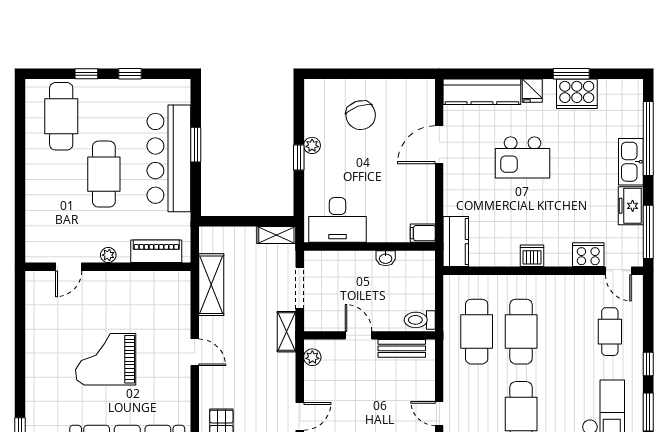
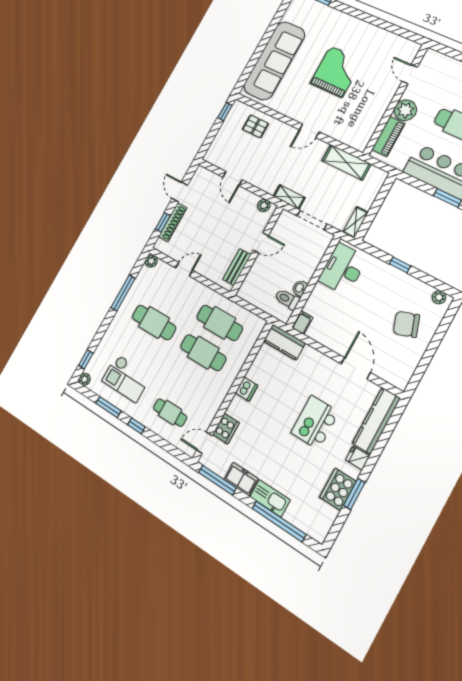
plant: (312, 145) -> (439, 297), moved
plant: (108, 255) -> (405, 110), width x1.88, depth x1.88
toilet: (420, 320) -> (287, 299), moved, turned -90

